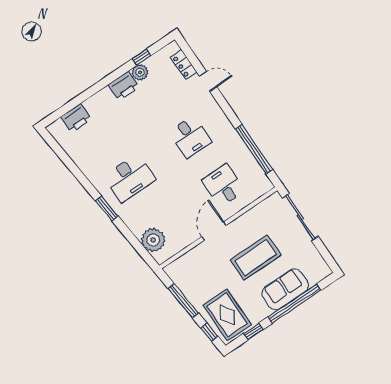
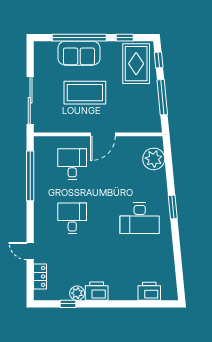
desk: (130, 178) -> (140, 218), turned 180
desk: (223, 185) -> (72, 164), turned 180

